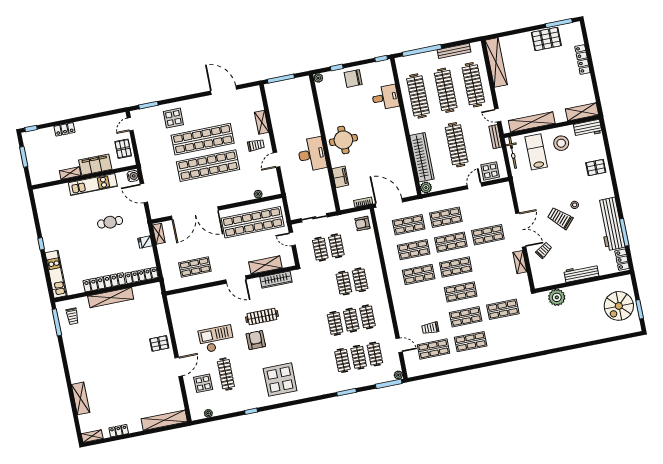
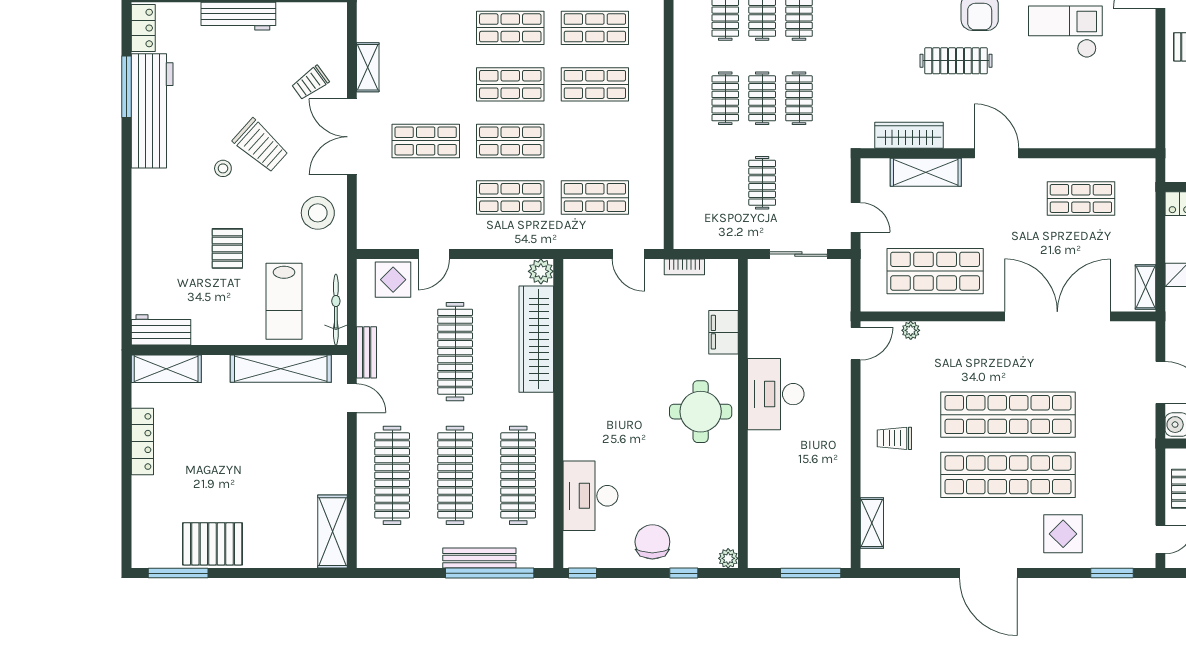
bench: (454, 51) -> (479, 558), moved
locker: (582, 59) -> (142, 441), moved
shelving: (496, 62) -> (332, 532), width x0.68
chair: (353, 78) -> (652, 542), turned -90
door: (224, 90) -> (988, 573), moved
desk: (385, 97) -> (590, 496), width x1.37
shelving: (262, 122) -> (872, 523), moved
stool: (561, 143) -> (318, 213), moved
door: (276, 160) -> (856, 344), moved
pallet: (596, 168) -> (227, 248), moved, turned 90
door: (389, 203) -> (628, 254), width x0.53
shop shelf: (253, 222) -> (935, 271), width x0.71
armchair: (362, 224) -> (695, 220), removed
clothes rail: (320, 249) -> (799, 98), moved
shop shelf: (414, 250) -> (595, 28), moved
checkout: (216, 339) -> (1065, 32), turned 180

